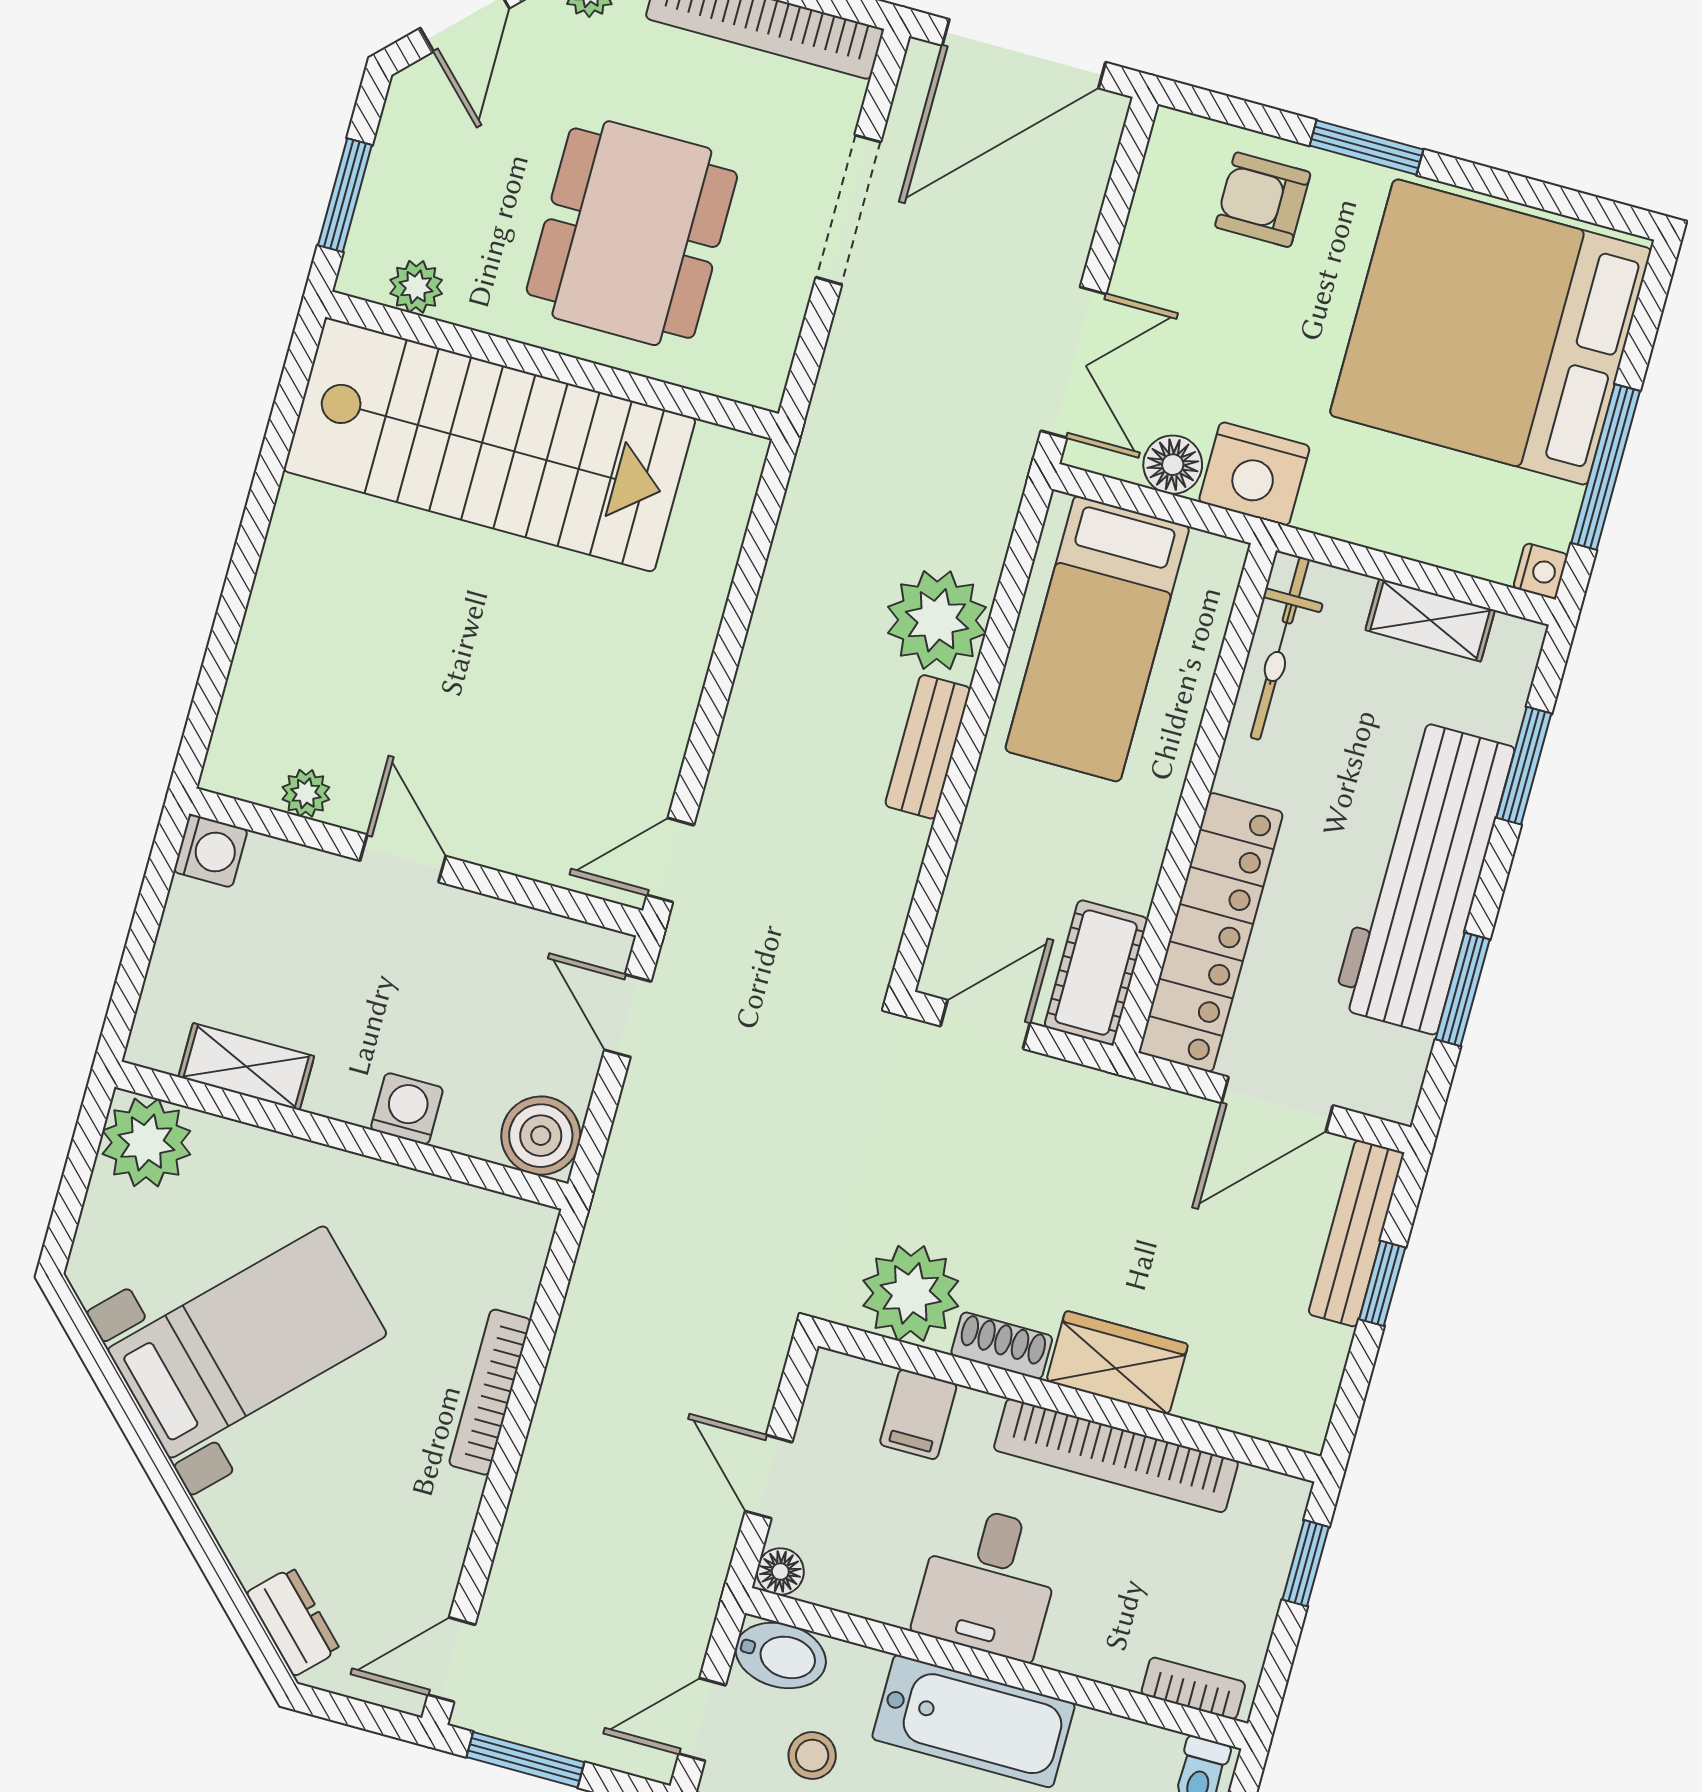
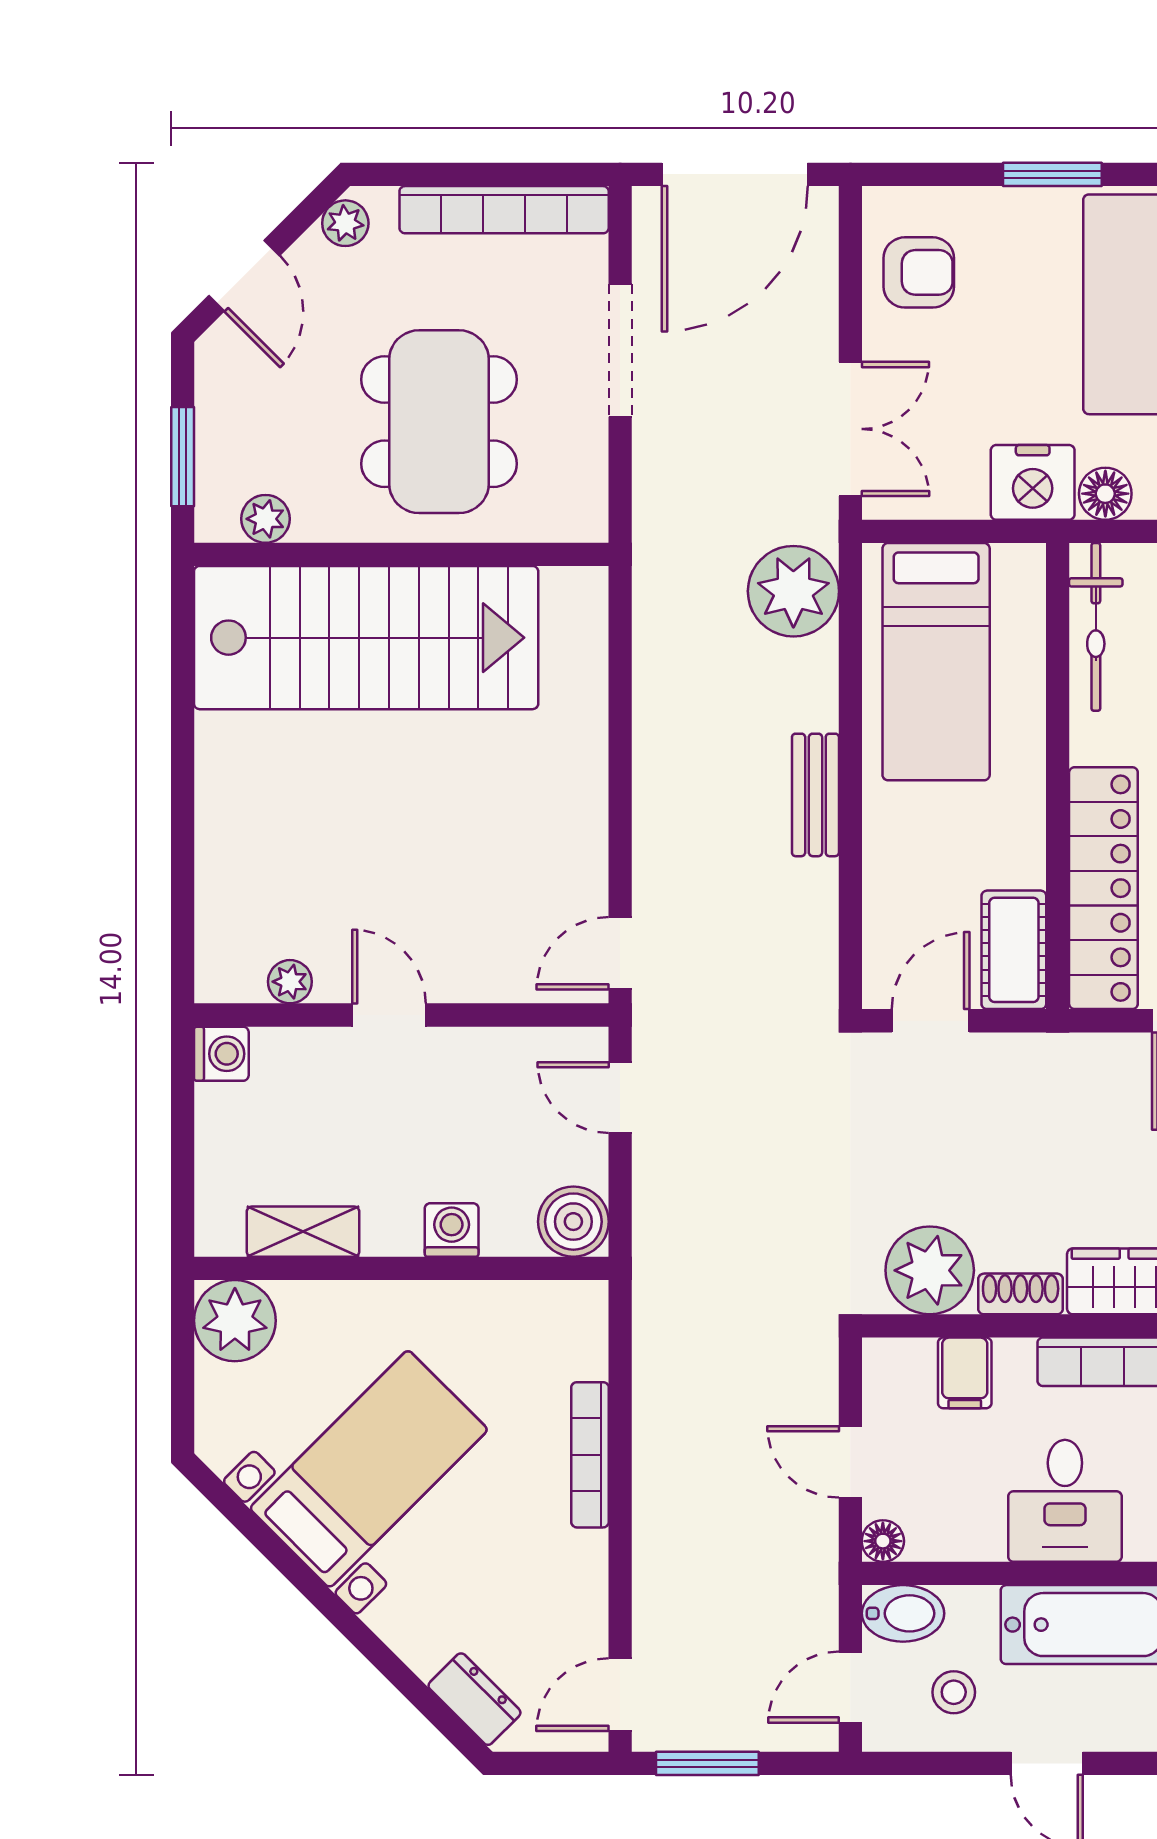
armchair: (1263, 200) -> (919, 272), moved, turned 180
floor lamp: (1173, 465) -> (1105, 494), moved
plant: (937, 620) -> (793, 591), moved

